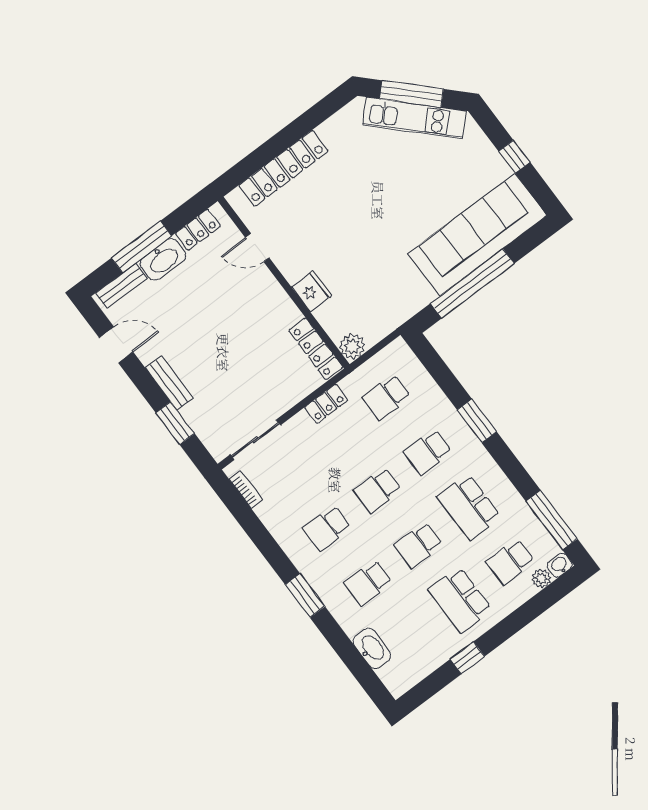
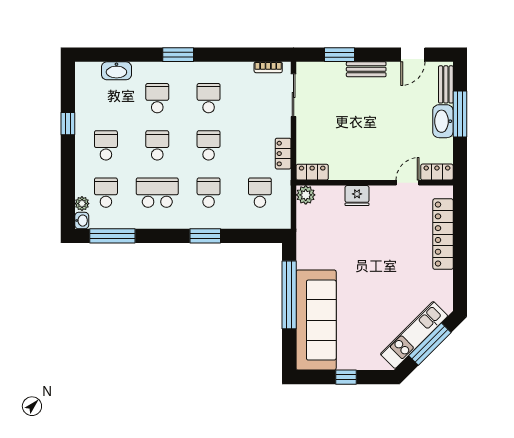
locker: (198, 230) -> (437, 172), moved, turned 90
locker: (316, 349) -> (312, 172), width x0.66
school desk: (460, 600) -> (106, 145), width x0.54

